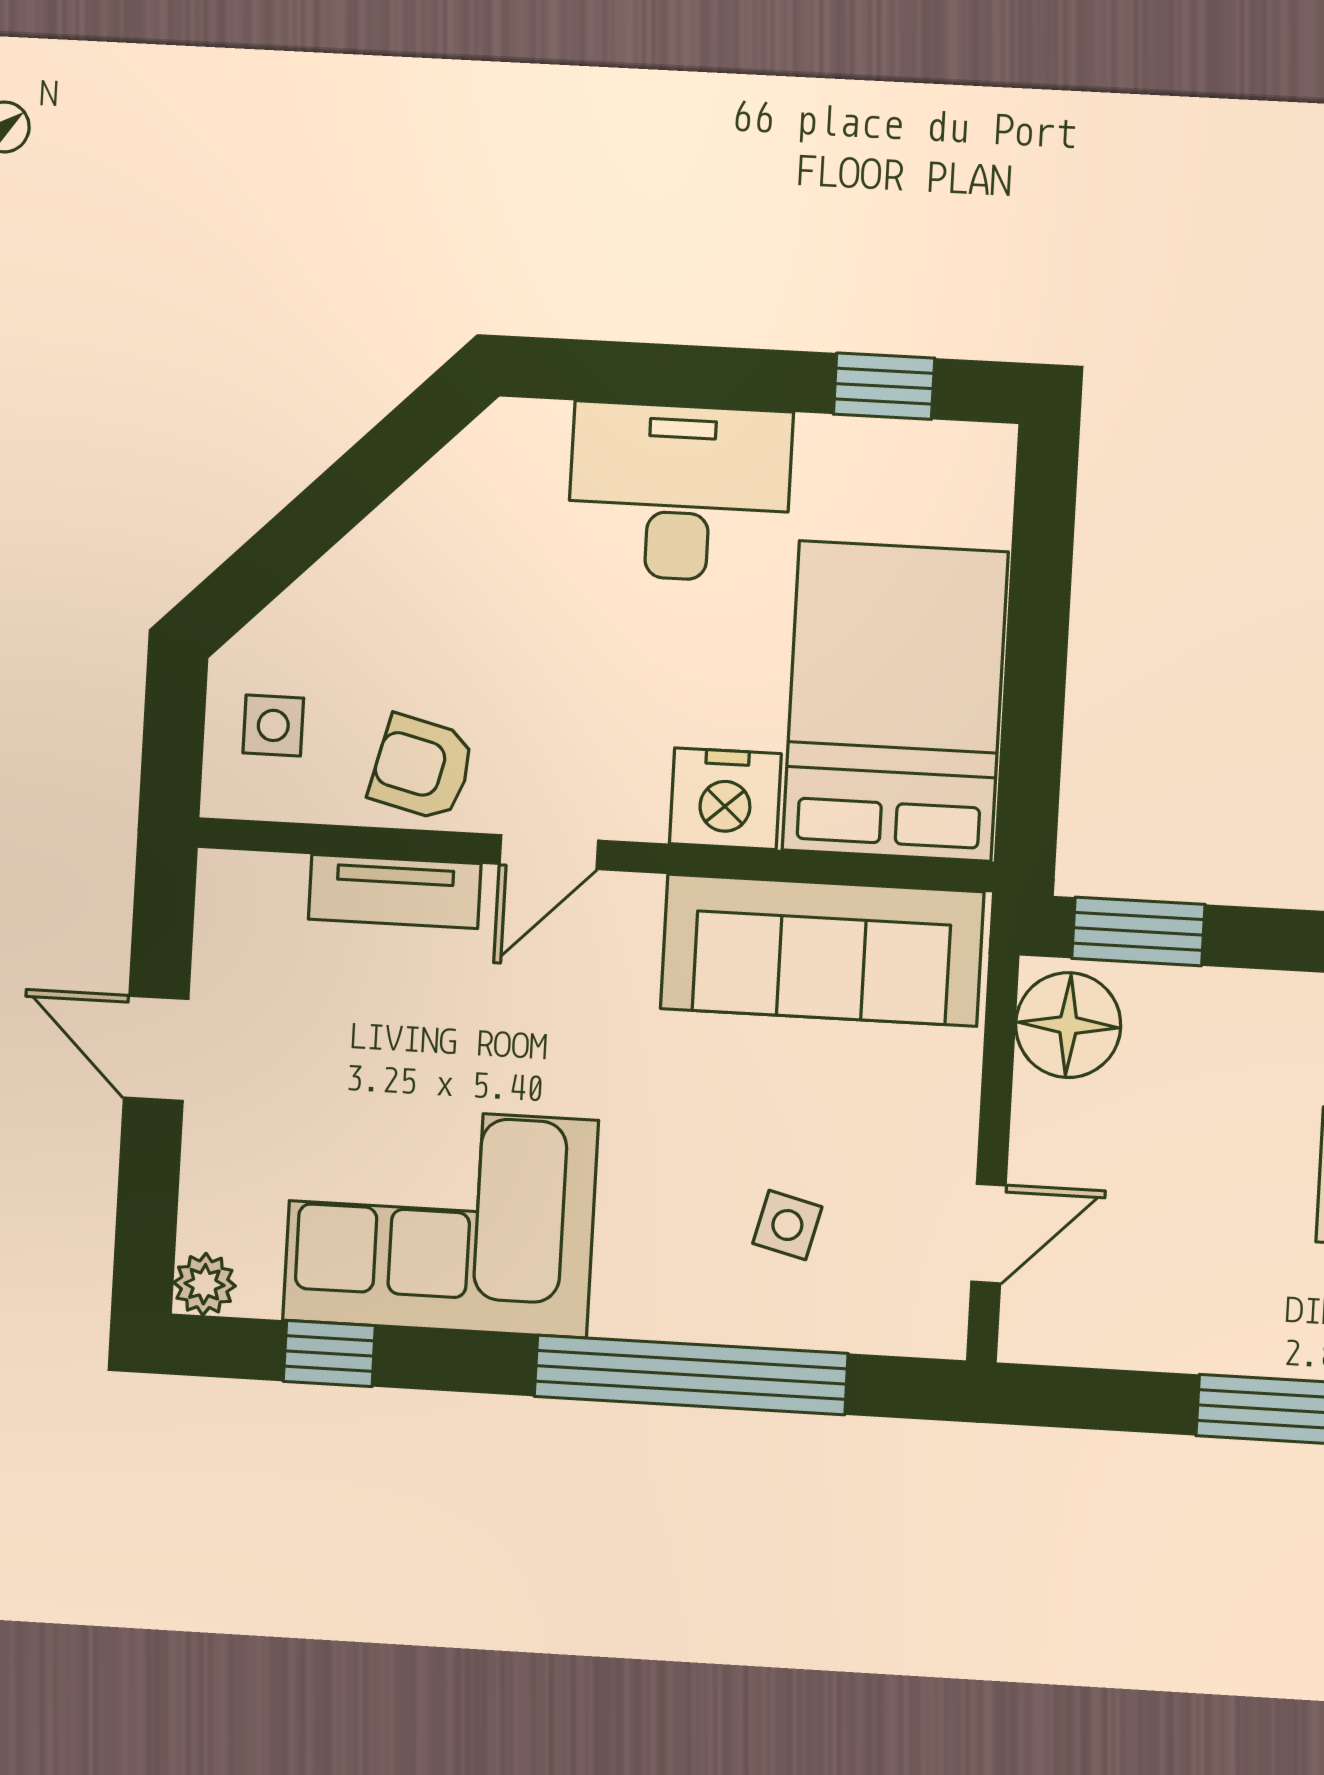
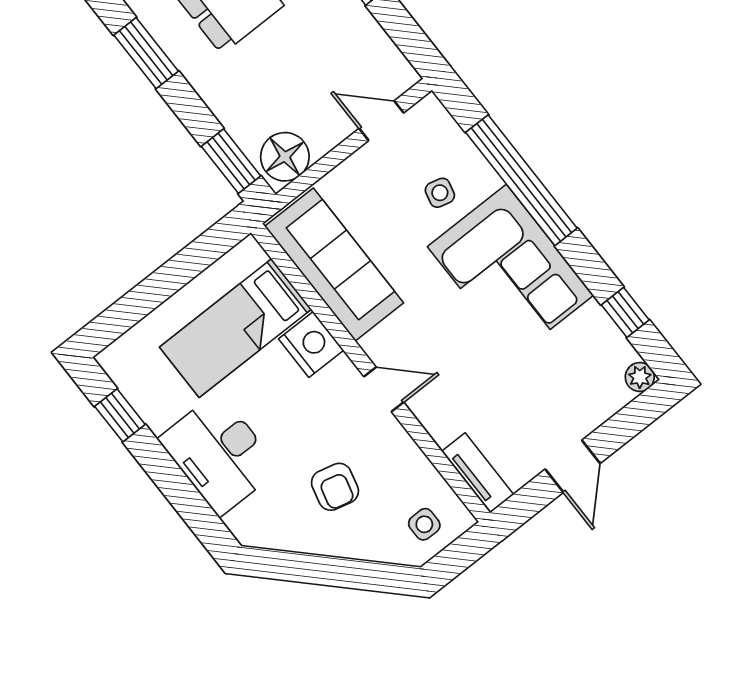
bed: (895, 701) -> (235, 328), width x0.67
armchair: (422, 768) -> (335, 487), moved
tv unit: (395, 891) -> (478, 473), moved
corner sofa: (440, 1220) -> (510, 271), moved

